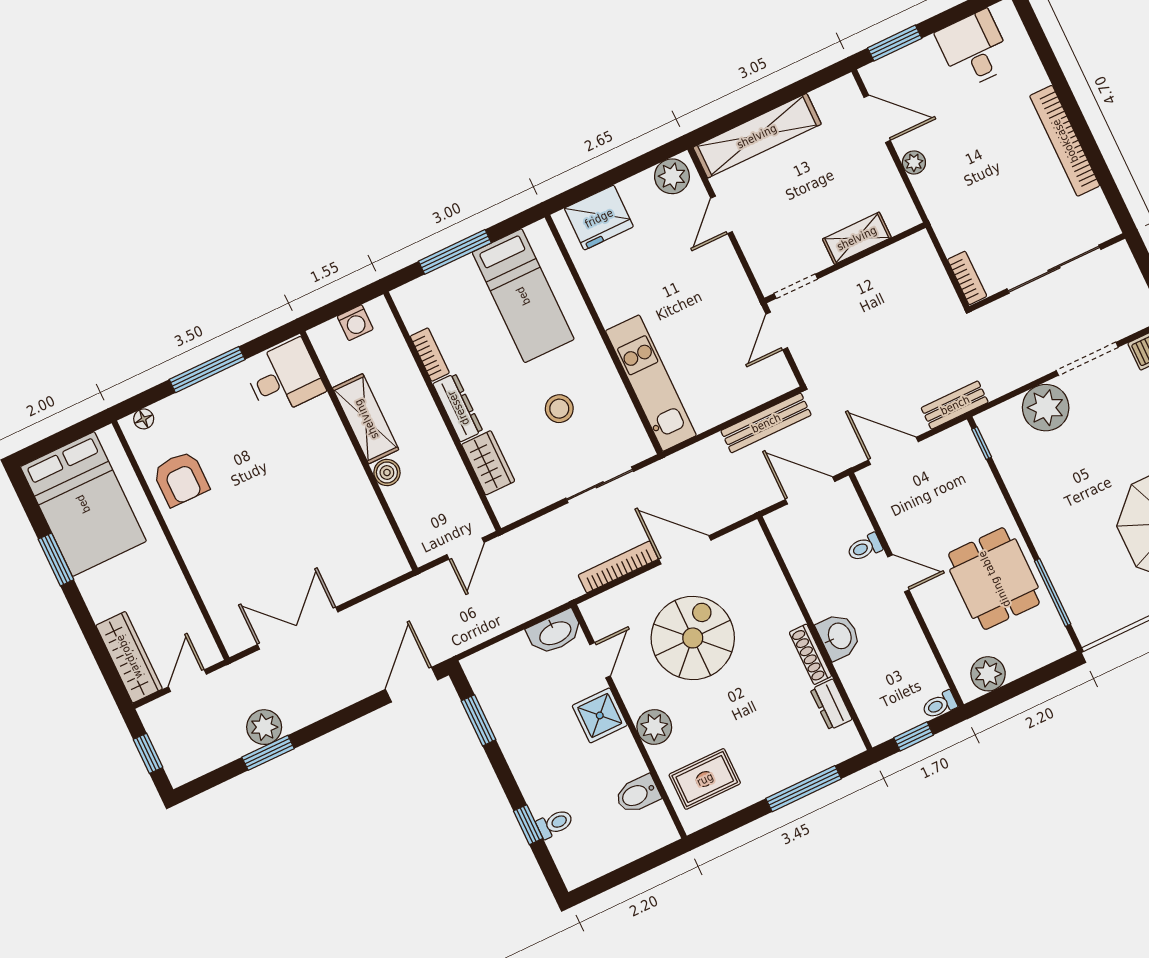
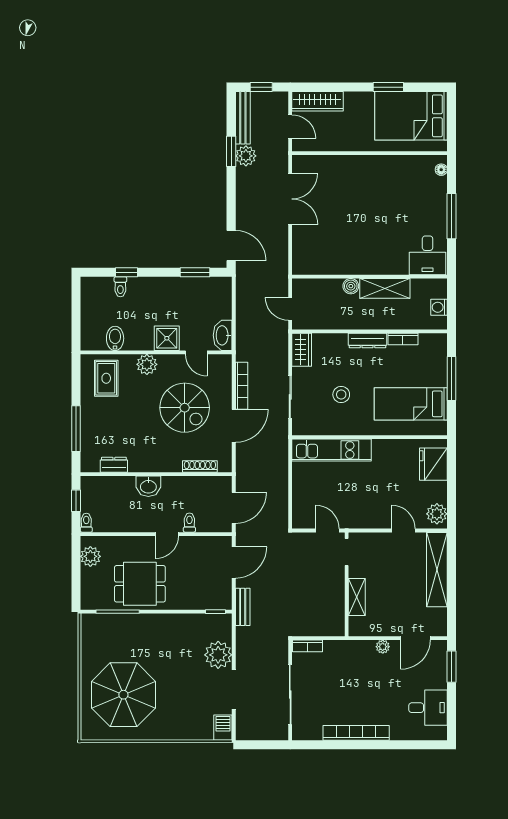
bench: (766, 423) -> (243, 118), moved
wardrobe: (488, 463) -> (302, 350), moved, turned -90
armchair: (181, 479) -> (400, 174), removed
shoe rack: (810, 654) -> (200, 466), moved

